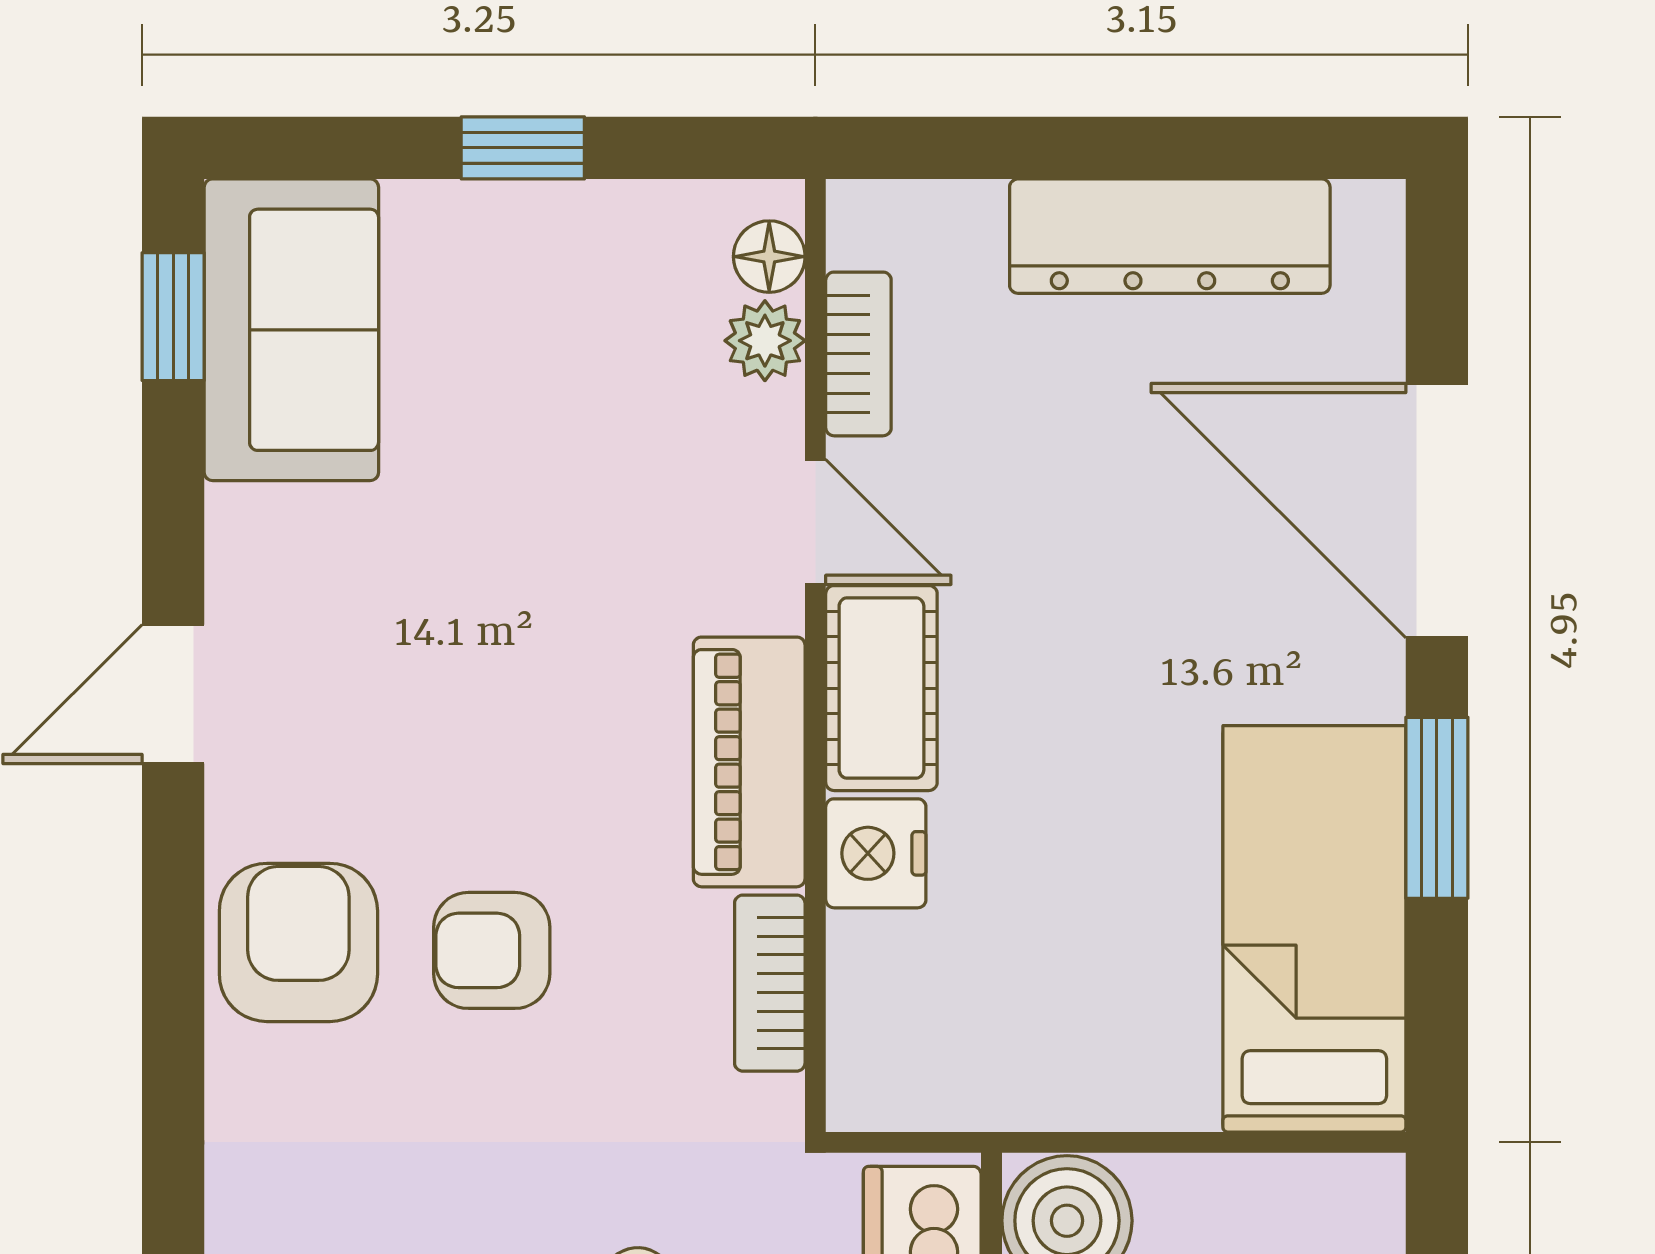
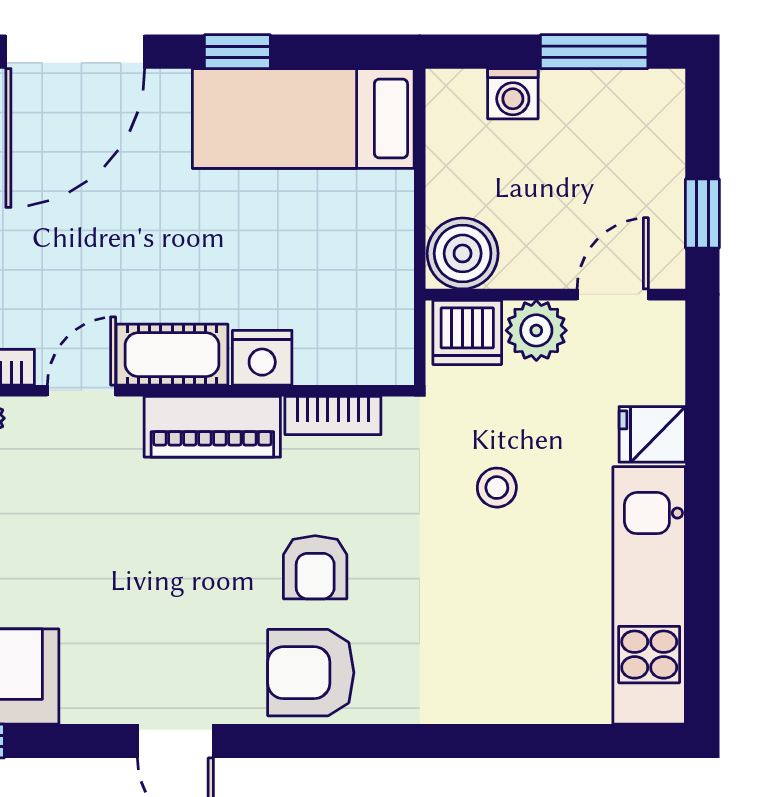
window: (1437, 808) -> (237, 52), width x0.67

